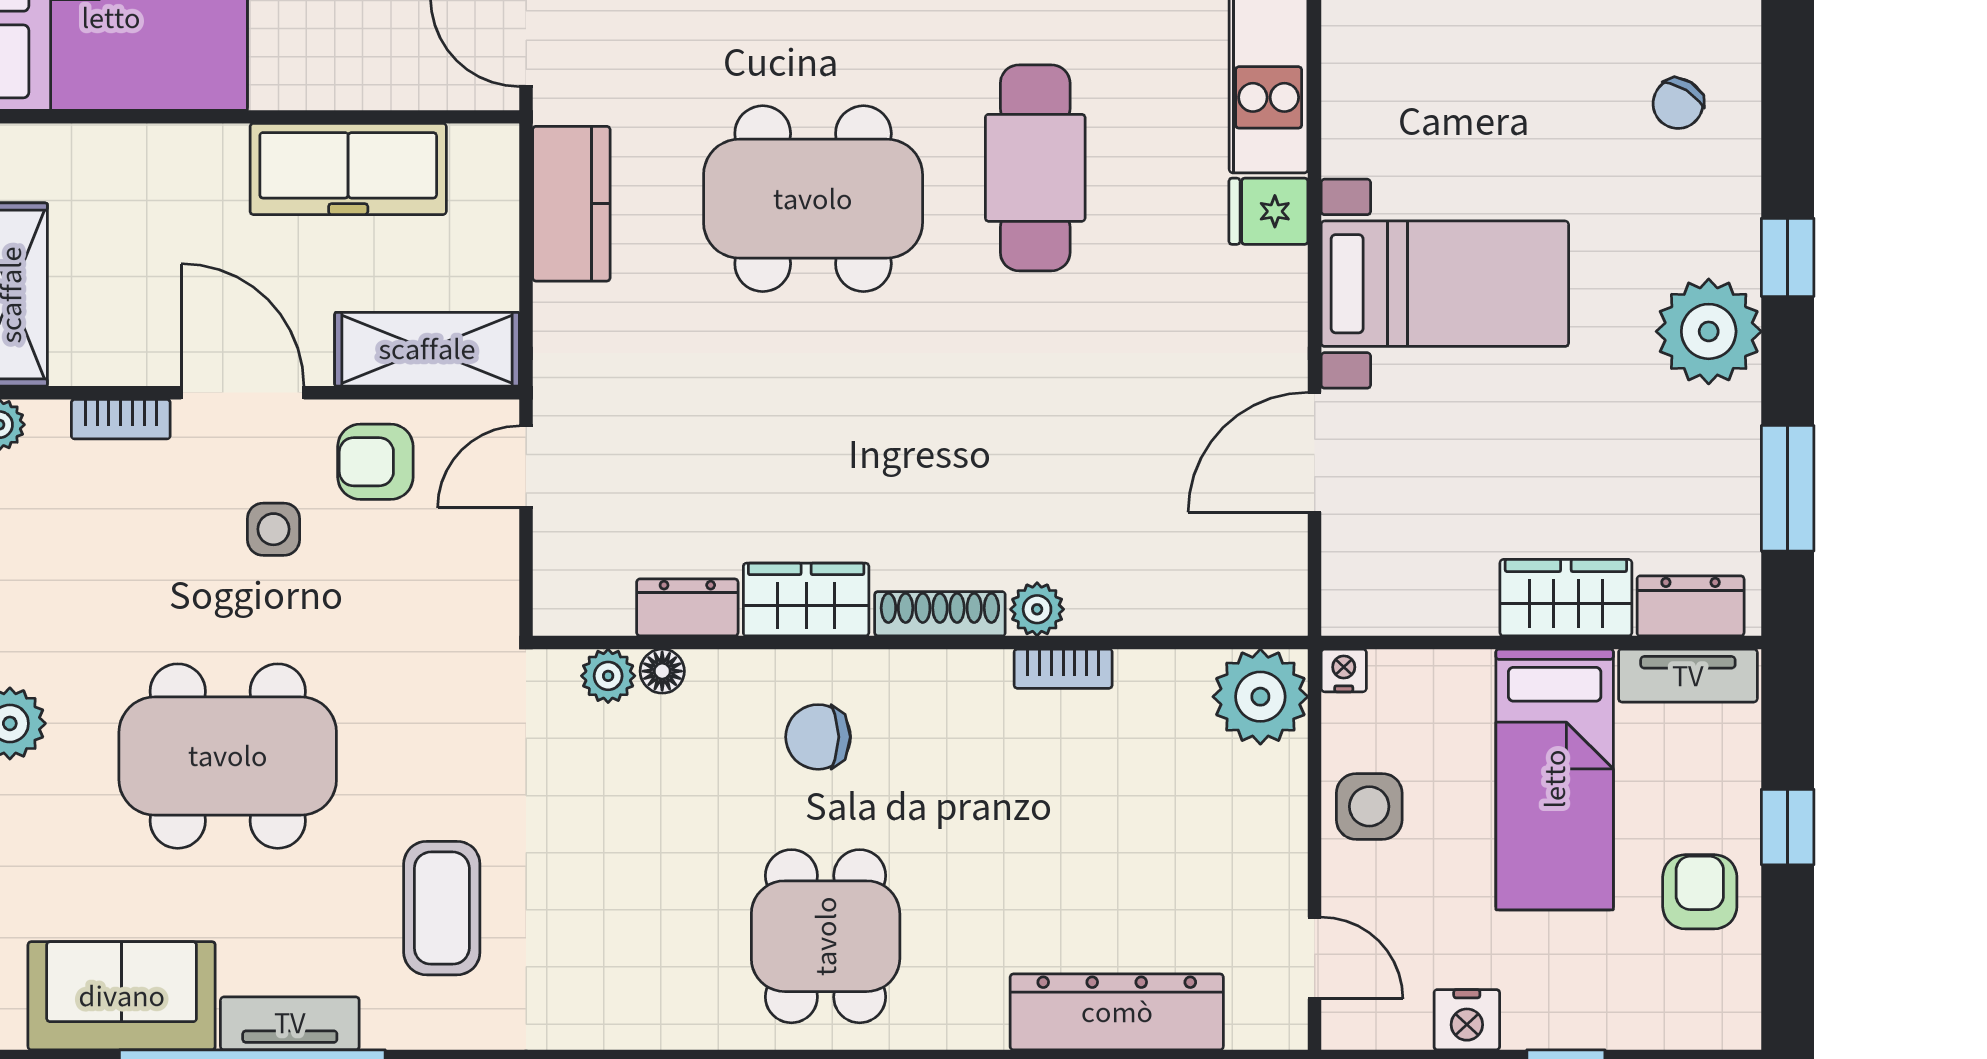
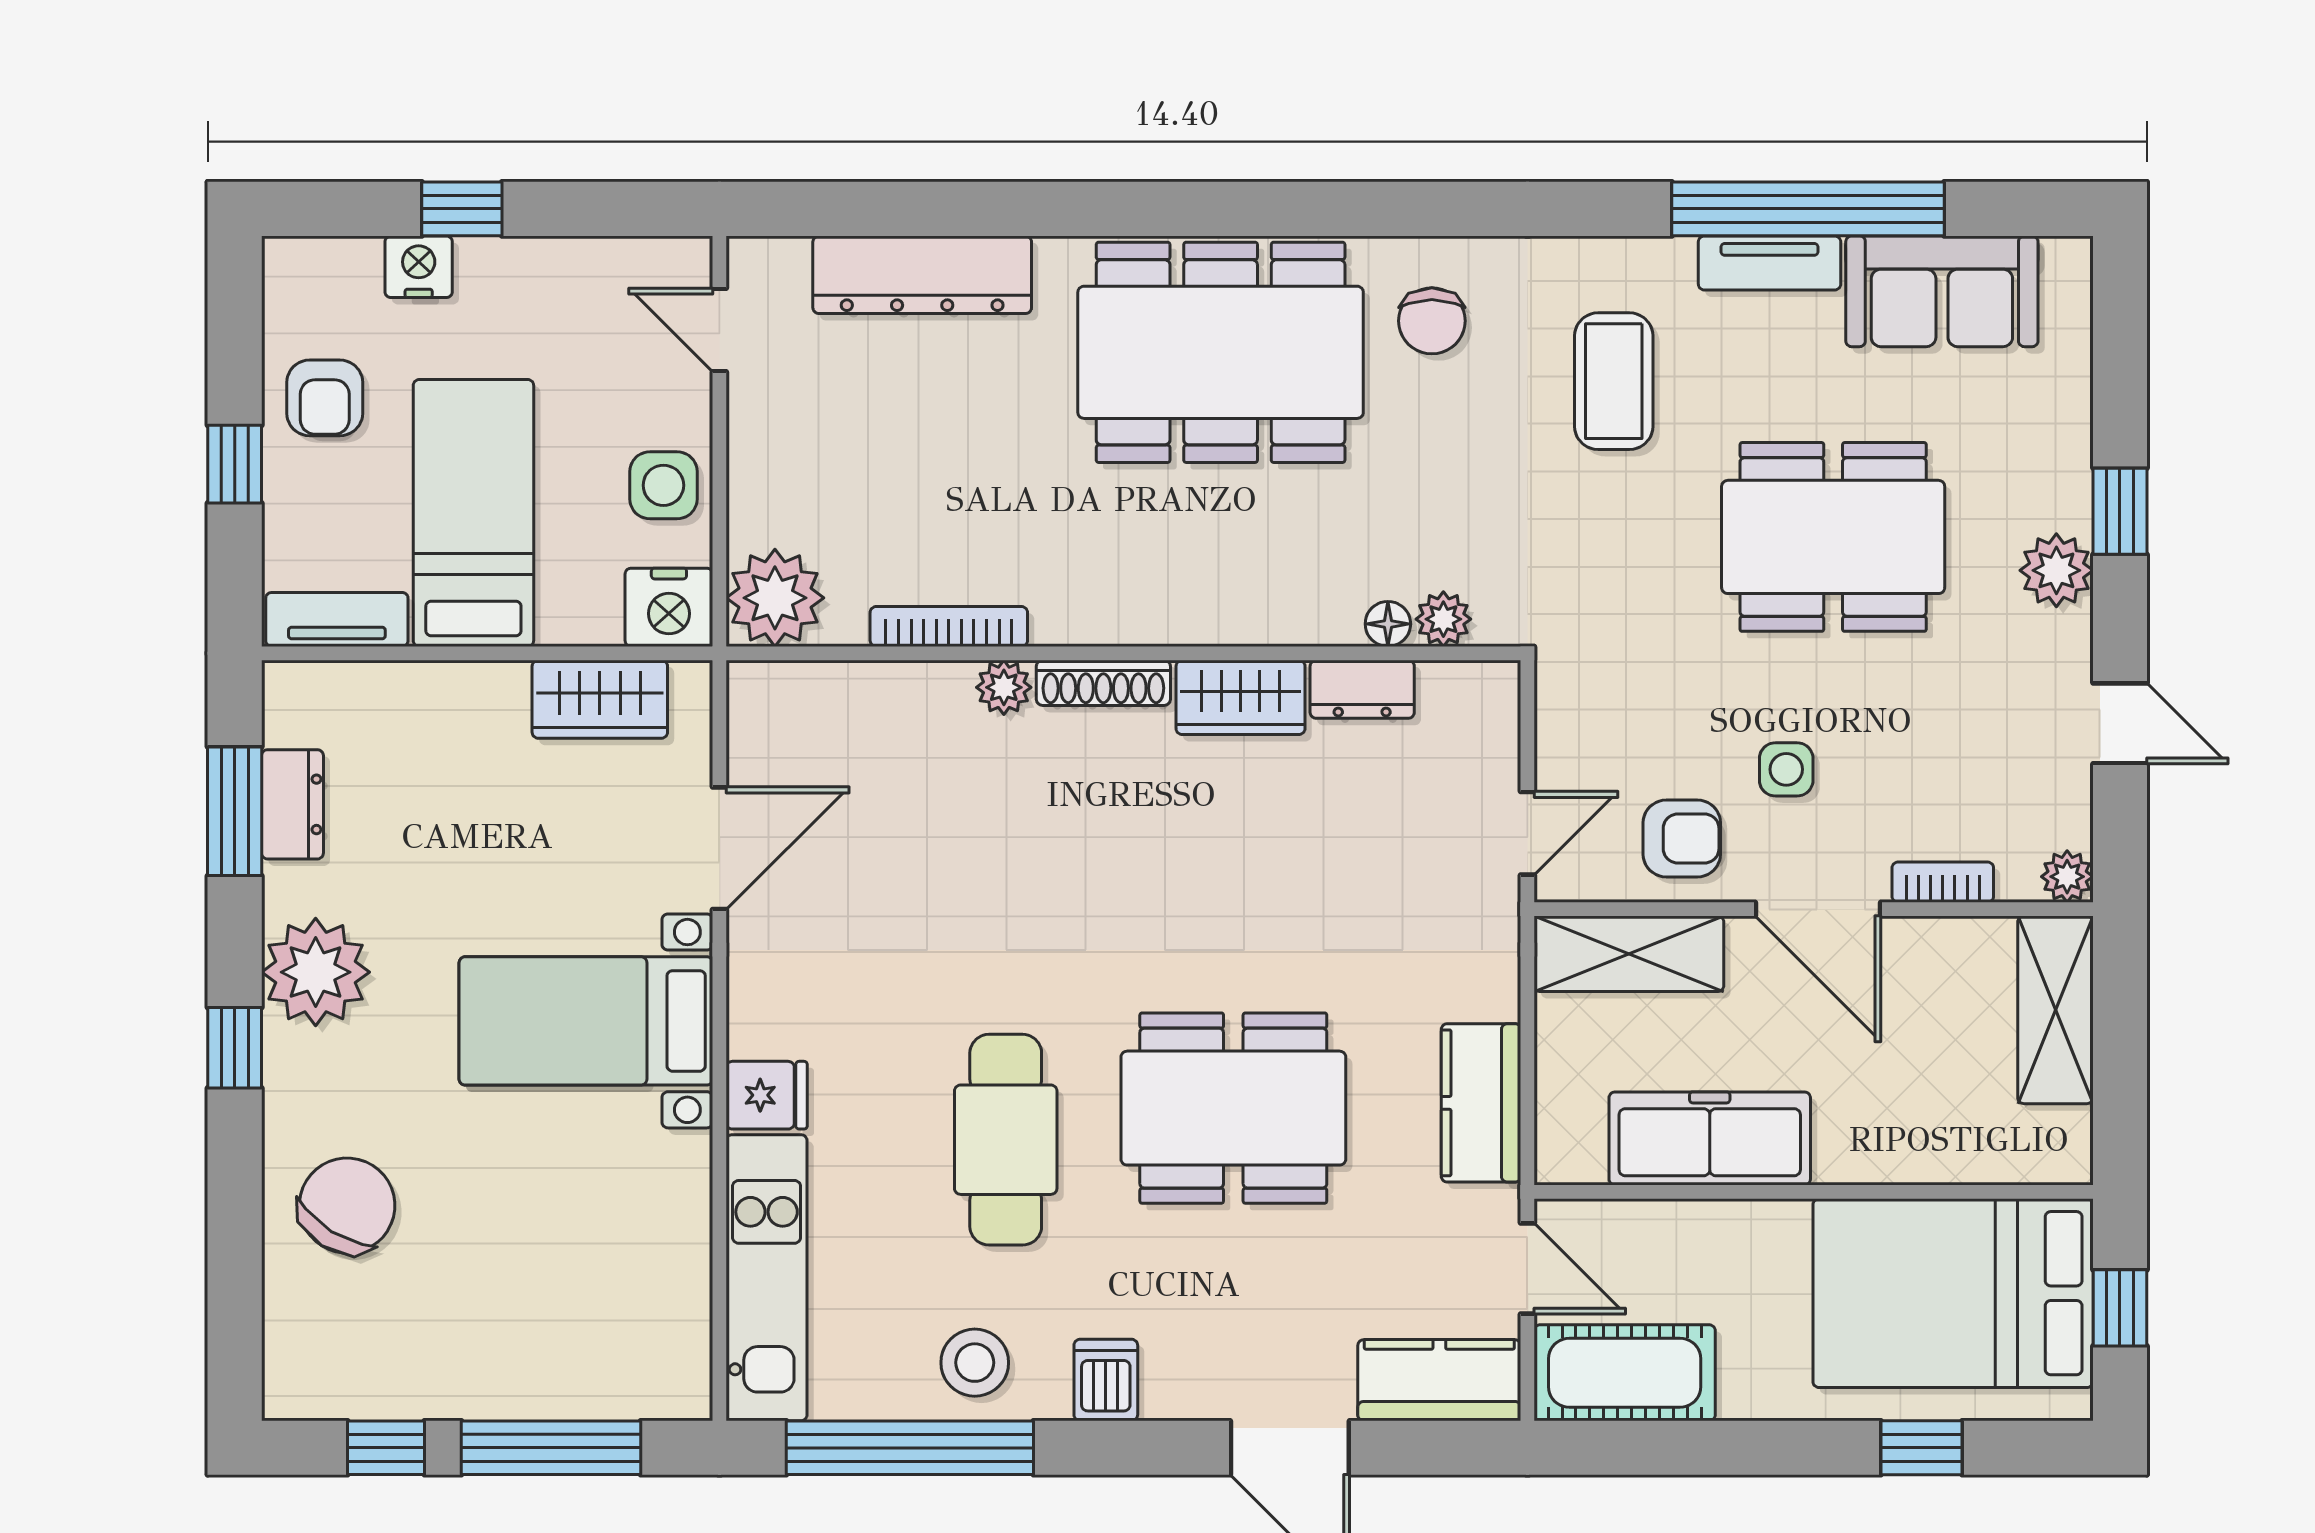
chair: (1678, 104) -> (347, 1206), width x1.87, depth x1.87
wardrobe: (1566, 598) -> (600, 699), moved
dresser: (1691, 606) -> (292, 804), moved, turned -90
bookcase: (1063, 669) -> (949, 626), width x1.56
nightstand: (1344, 670) -> (669, 607), width x1.89, depth x1.79
chair: (818, 737) -> (1432, 321), moved, turned 90
dining table: (826, 936) -> (1221, 352), width x1.88, depth x1.24
nightstand: (1467, 1020) -> (419, 267), moved

